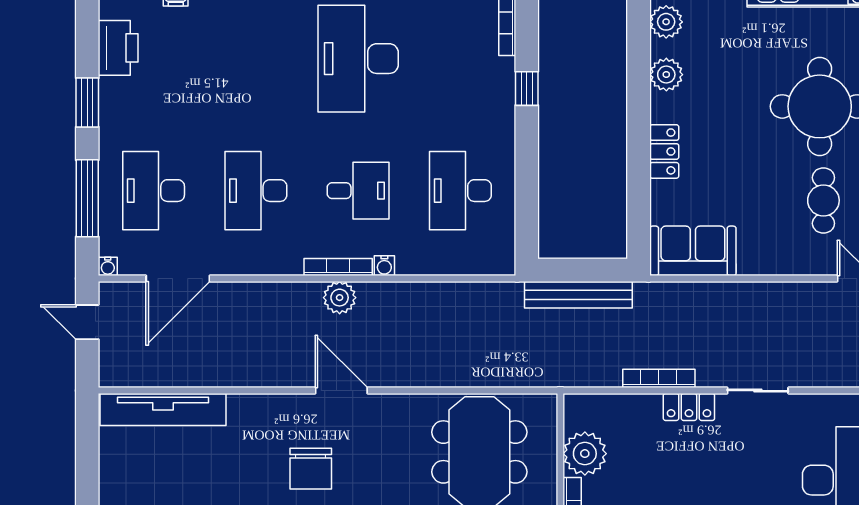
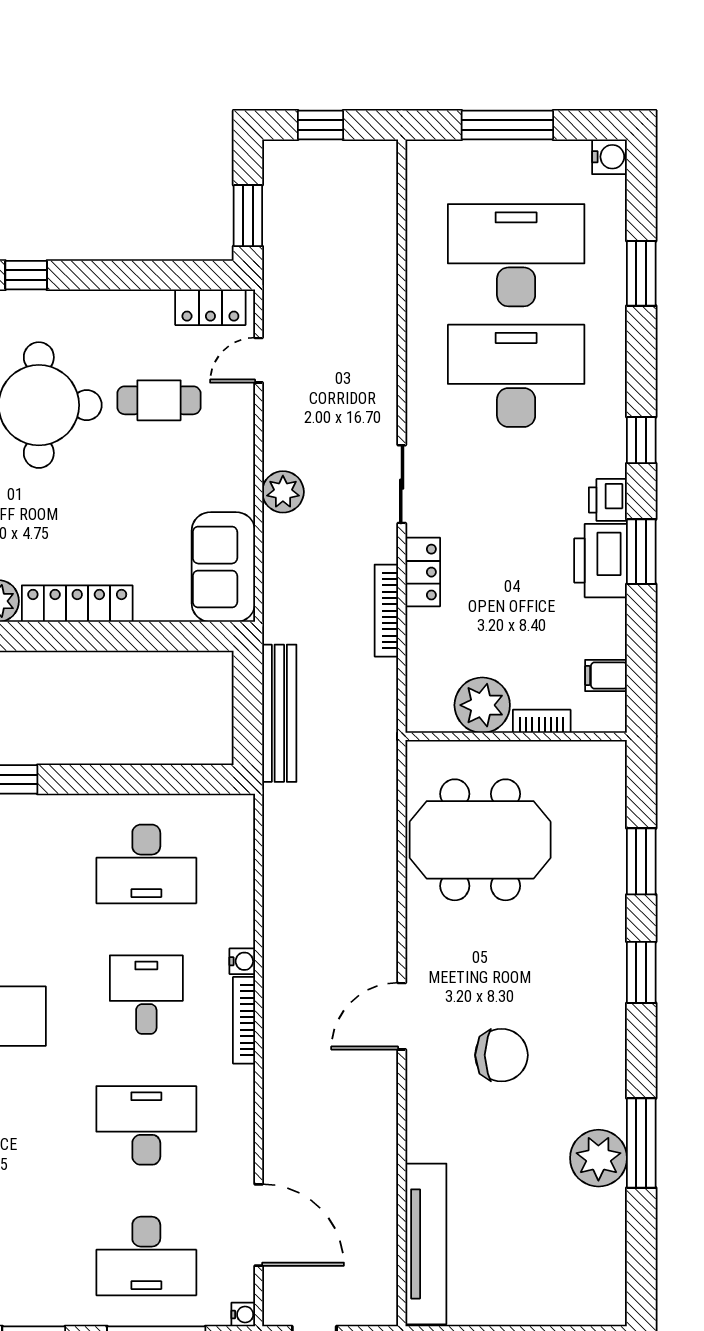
locker: (664, 151) -> (77, 604), width x1.53
desk: (256, 191) -> (146, 1125), turned 180
plant: (340, 298) -> (283, 492), moved

